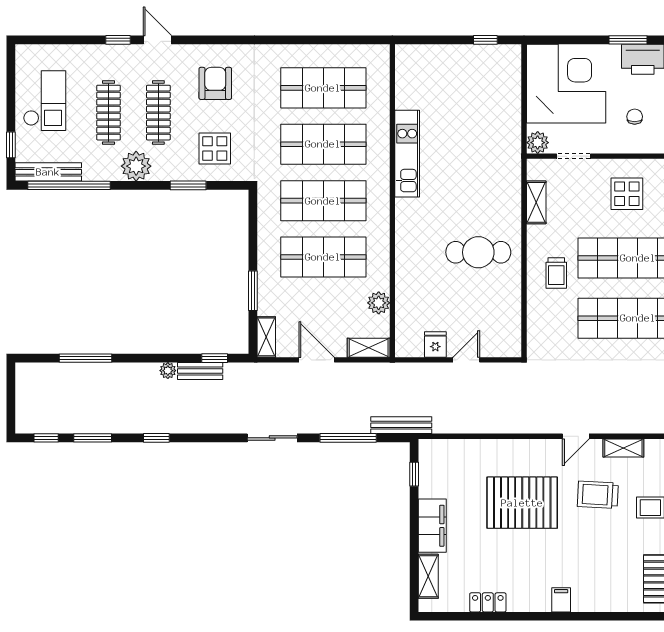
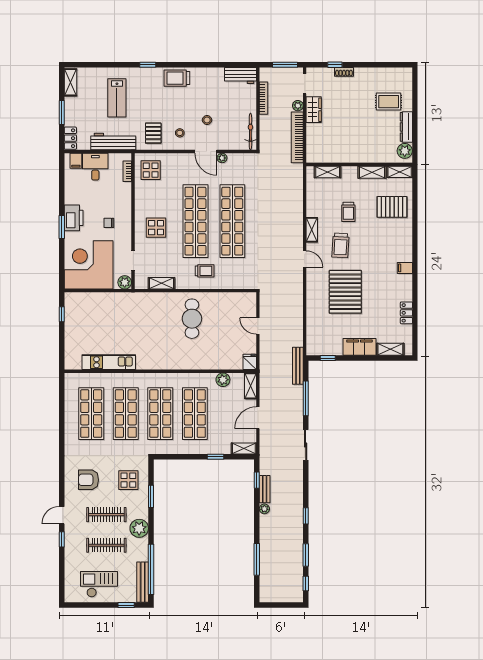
kitchen unit: (407, 154) -> (109, 362), moved
window: (253, 291) -> (215, 457), width x0.67
fridge: (435, 344) -> (250, 362), moved, turned 90

